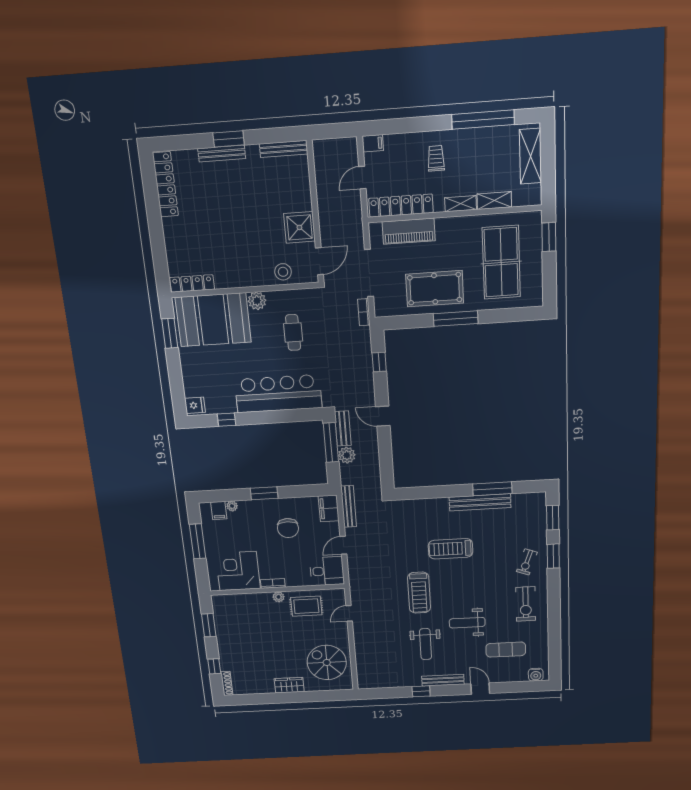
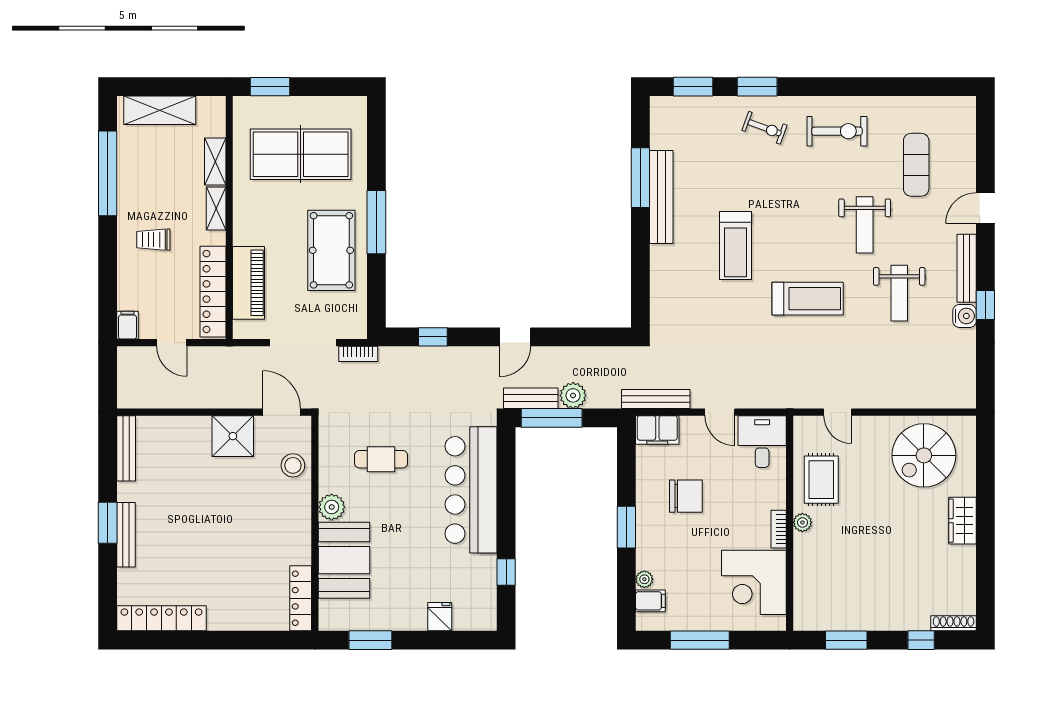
booth: (213, 320) -> (344, 560), width x0.73, depth x0.70
fridge: (195, 405) -> (440, 617), moved
weight bench: (426, 644) -> (899, 293), turned 90
water cooler: (536, 675) -> (964, 316), moved

